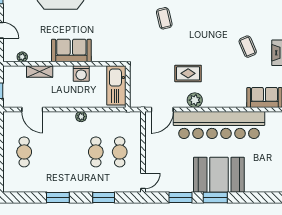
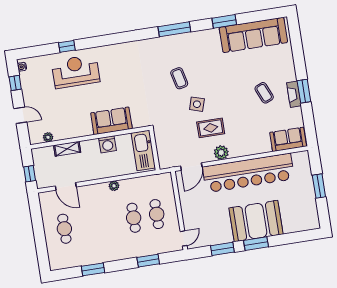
side table: (178, 47) -> (197, 104), added
sofa: (71, 50) -> (111, 121), moved
window: (58, 198) -> (93, 269), moved

